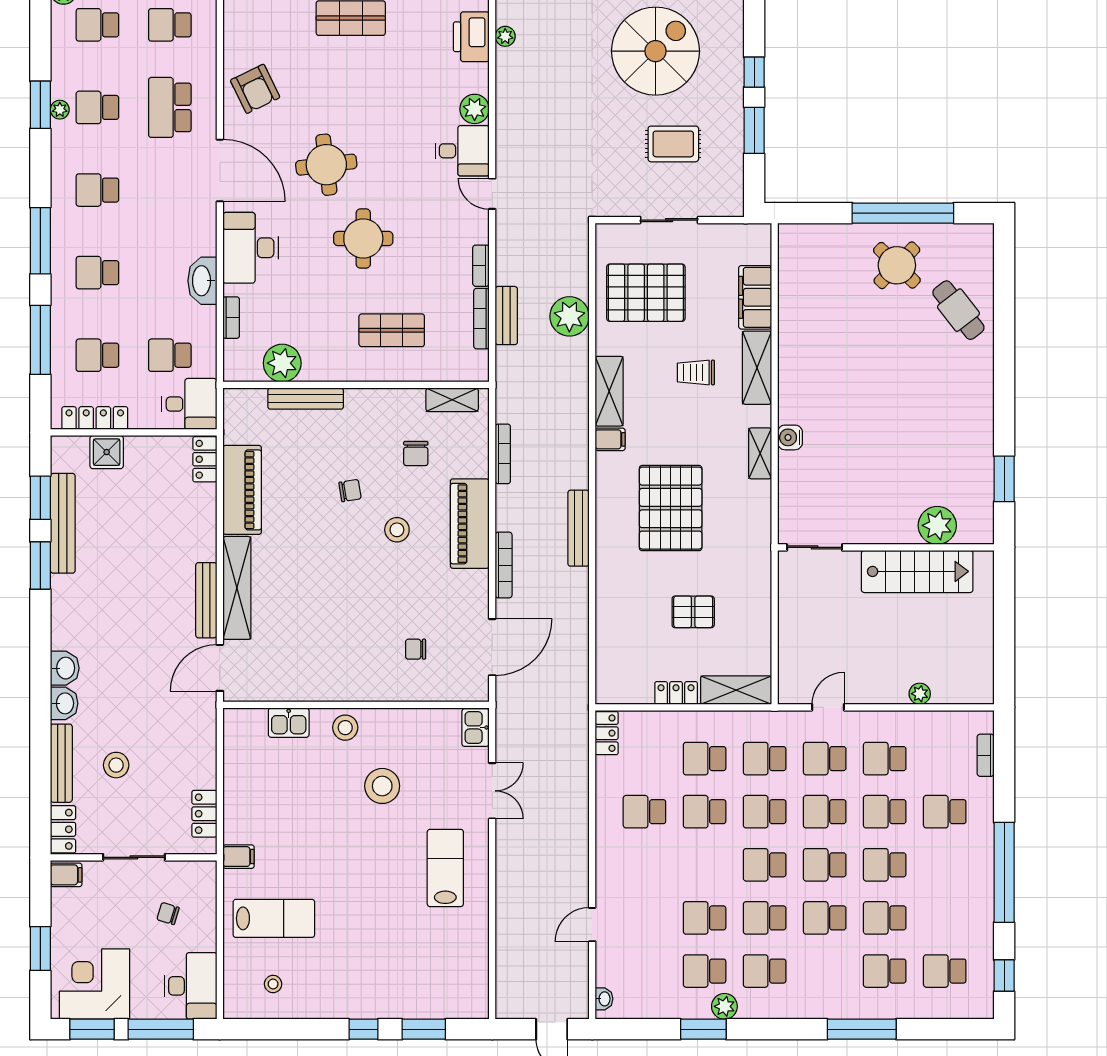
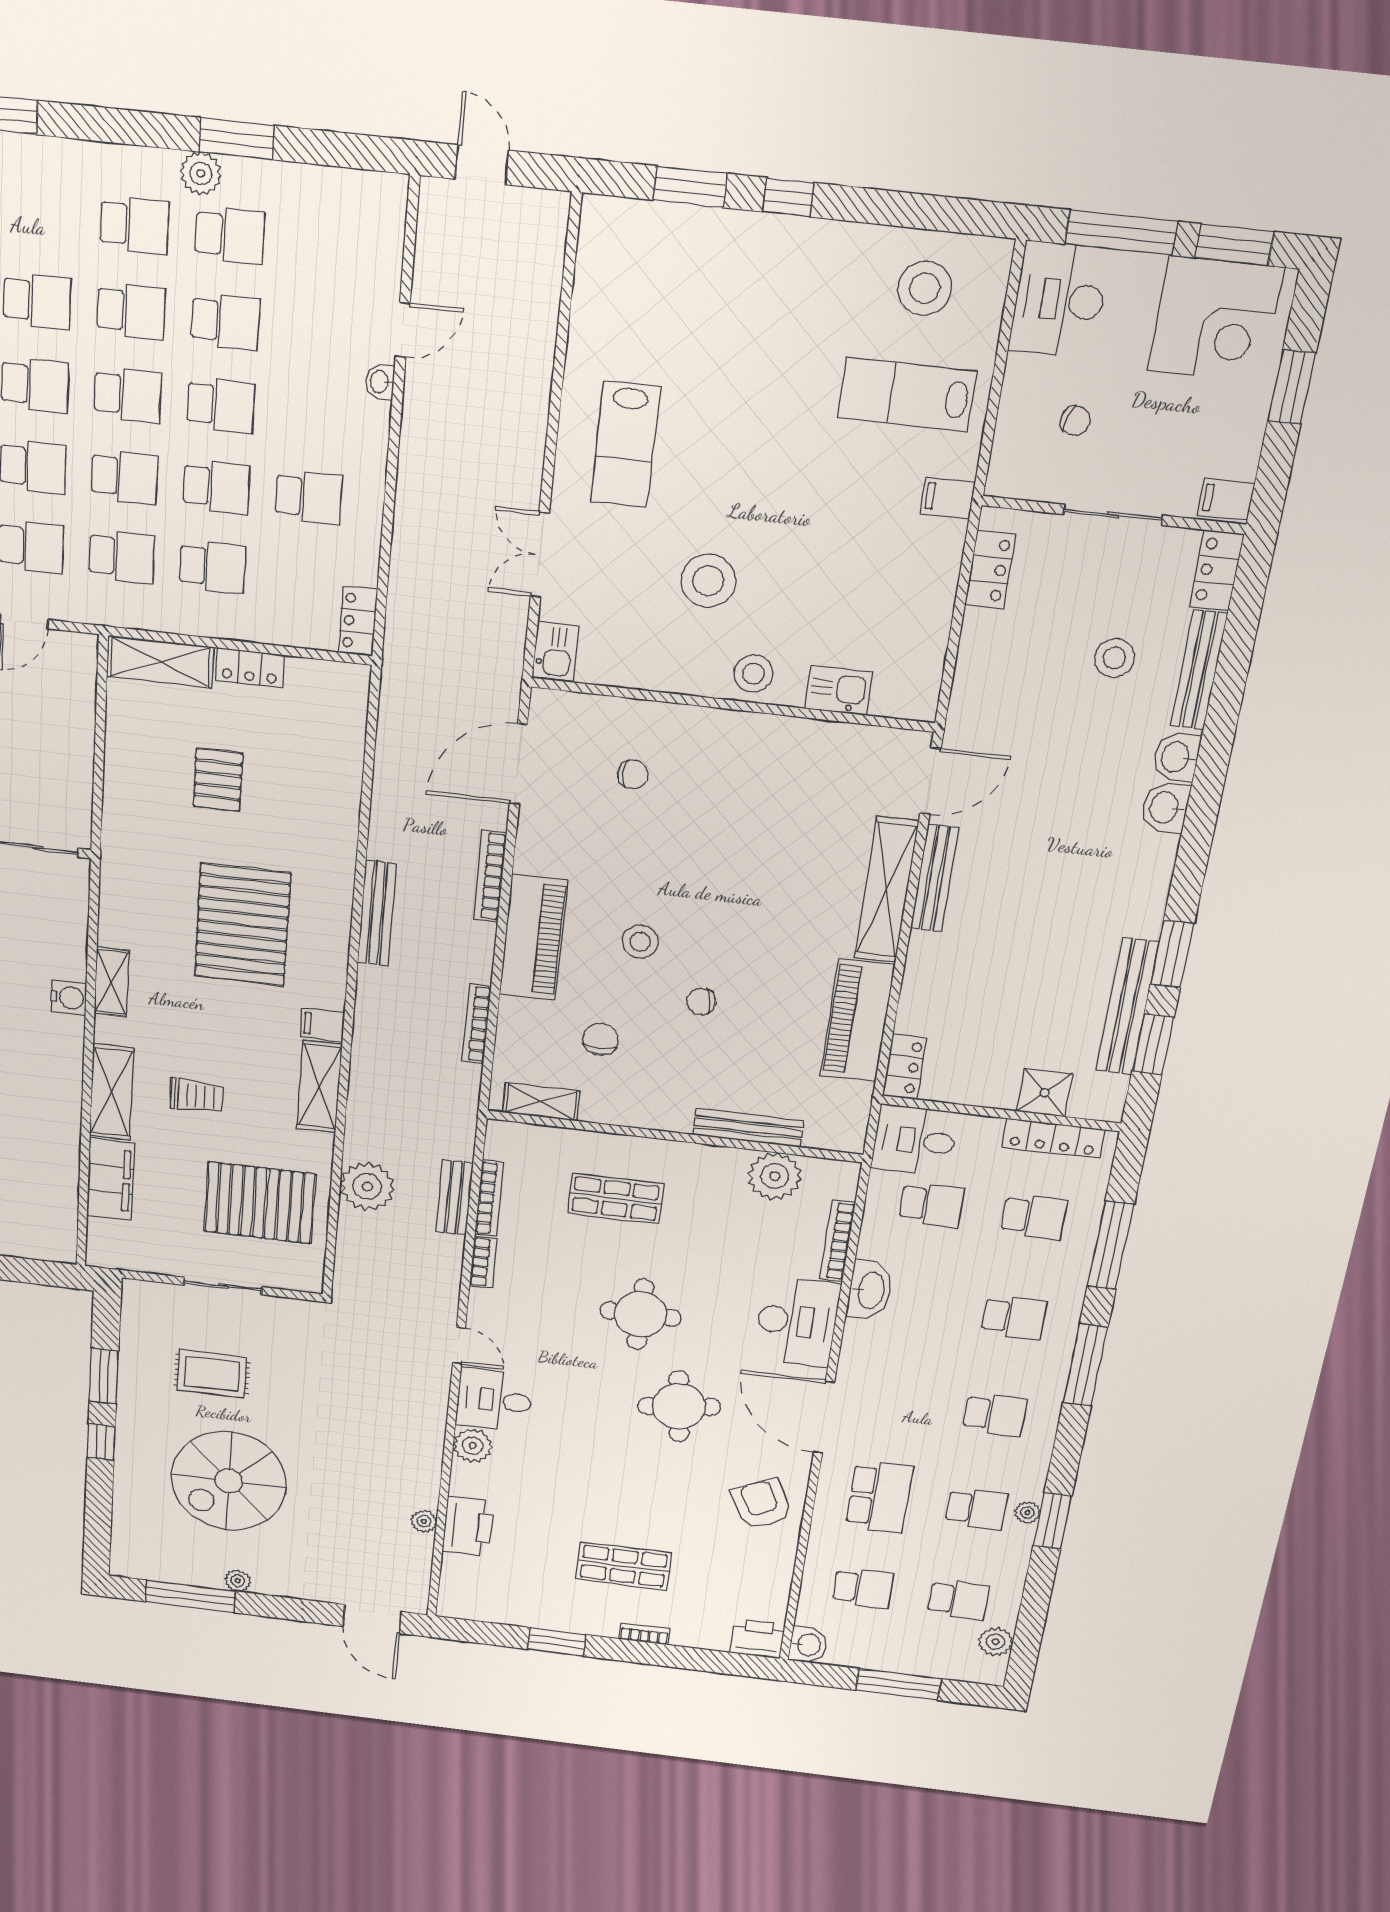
bookcase: (231, 318) -> (837, 1241), width x1.56
pallet: (693, 612) -> (218, 780), turned 90
school desk: (705, 865) -> (221, 405), added
stool: (273, 984) -> (925, 288), width x1.89, depth x1.89
washbasin: (604, 999) -> (380, 382), moved

